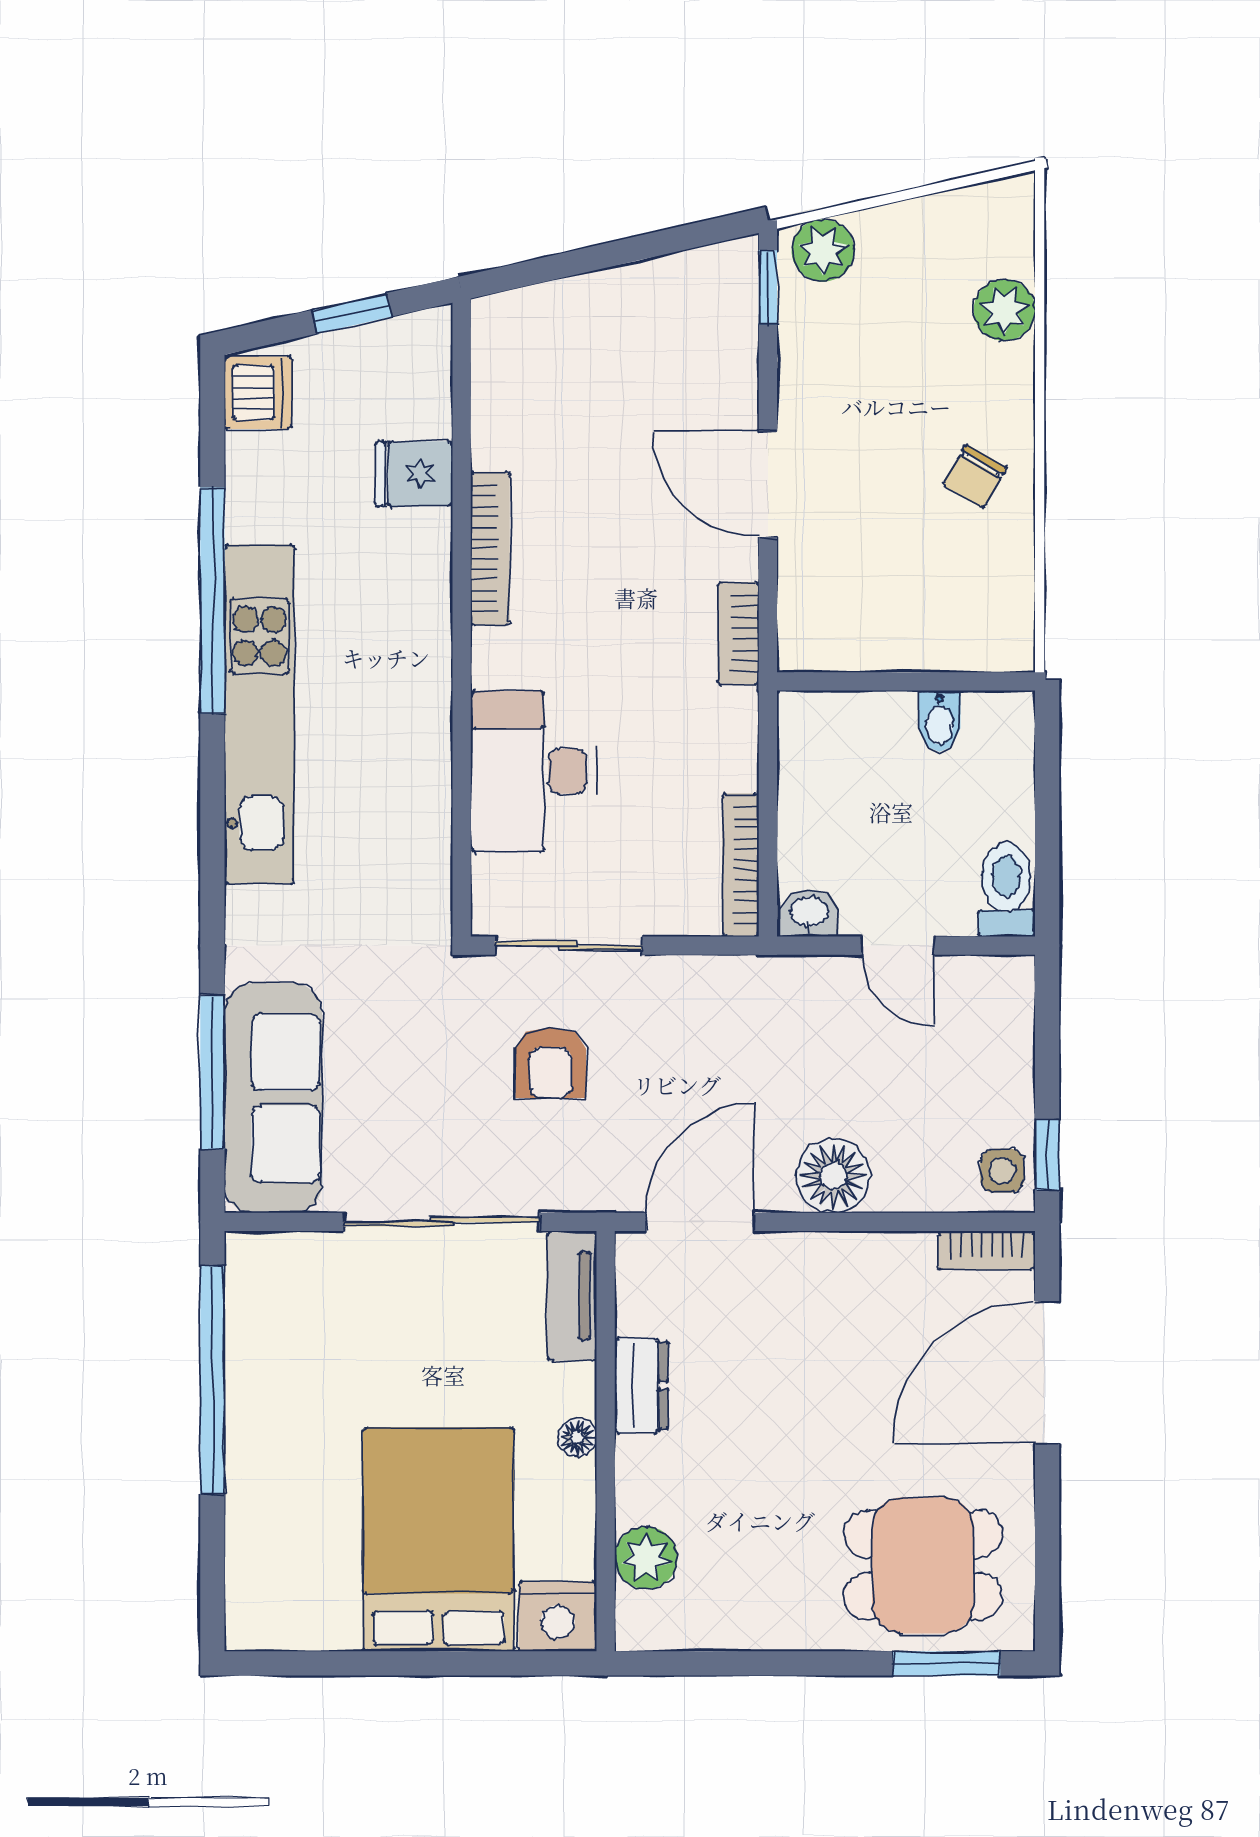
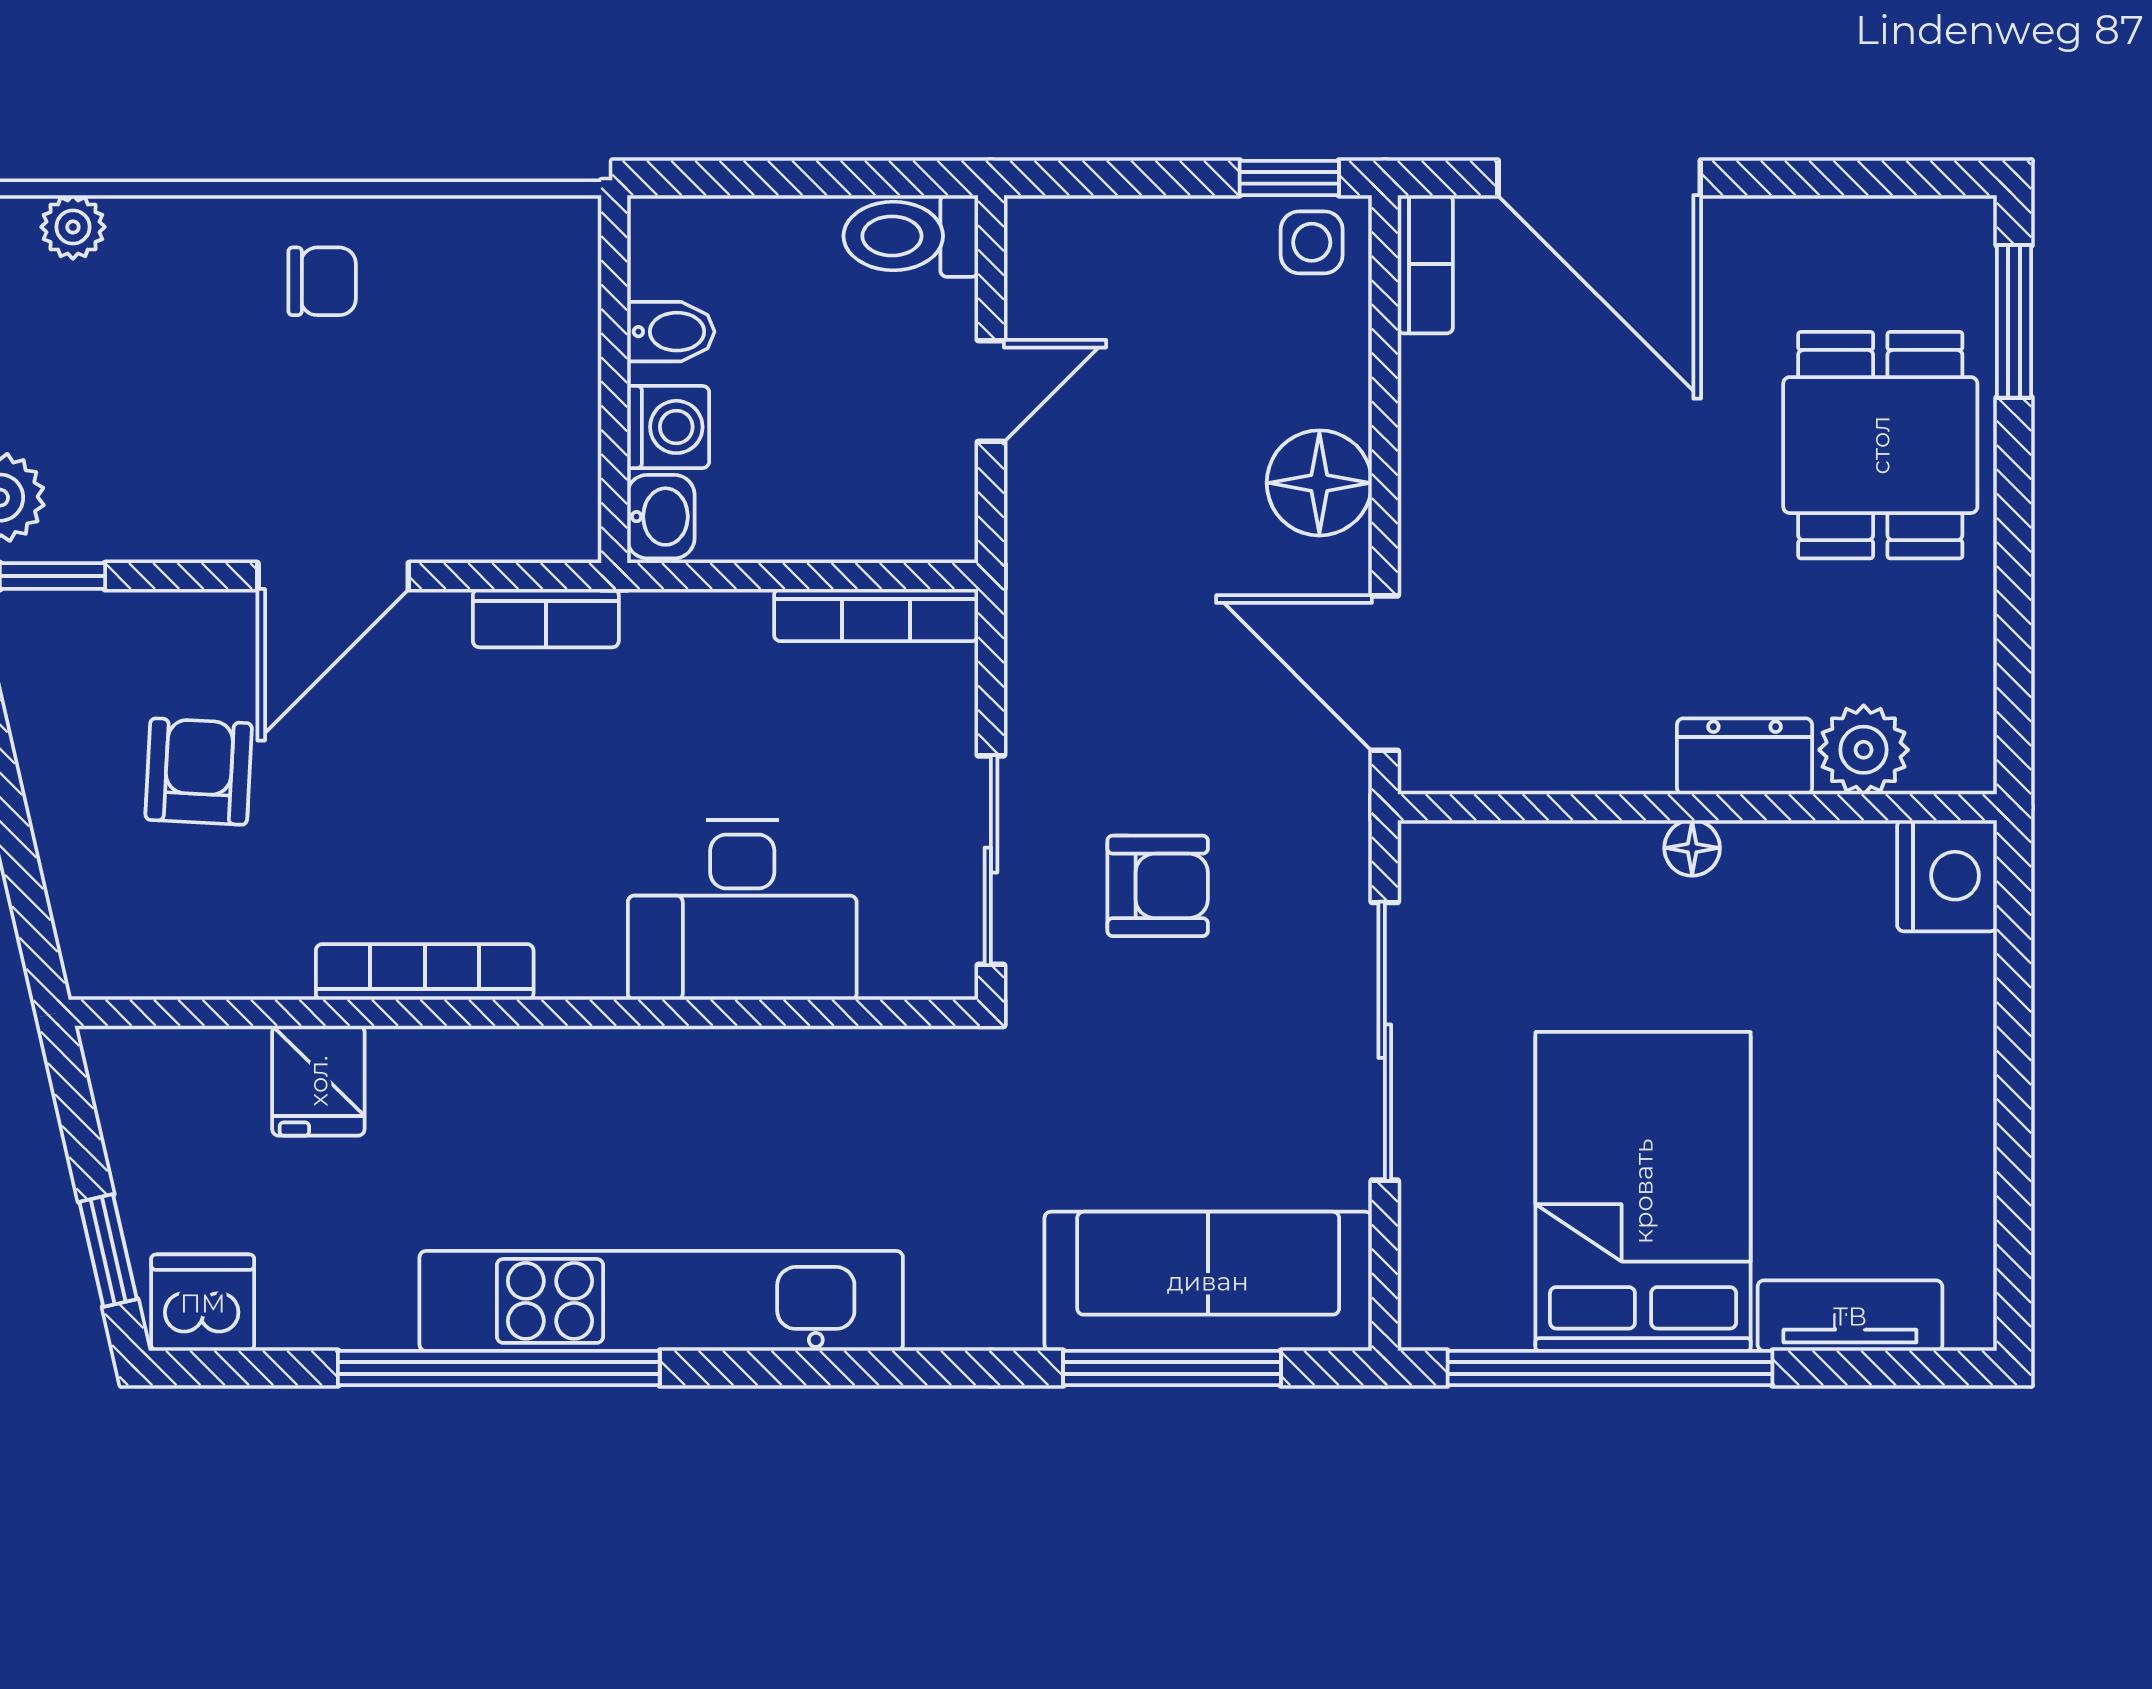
plant: (1004, 310) -> (73, 227), width x0.73, depth x0.73
window: (352, 313) -> (108, 1251), moved
armchair: (631, 390) -> (199, 772), added
chair: (975, 476) -> (322, 281), turned -30
washing machine: (873, 719) -> (668, 427), added
washbasin: (809, 913) -> (661, 517), moved, turned 180
tv unit: (572, 1296) -> (1850, 1316), moved, turned 180
dresser: (641, 1385) -> (1745, 756), moved
bed: (438, 1540) -> (1643, 1191), moved, turned 90
dining table: (923, 1565) -> (1880, 445), moved

